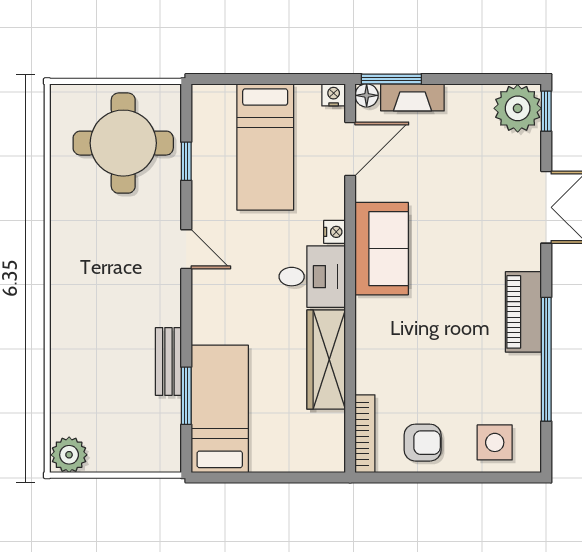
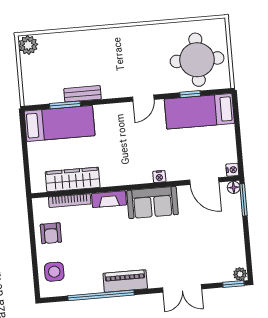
fireplace: (412, 97) -> (109, 199), moved, turned -90
plant: (518, 108) -> (240, 274), width x0.53, depth x0.53
bed: (265, 147) -> (199, 111), moved
desk: (312, 277) -> (134, 167), removed
wardrobe: (326, 360) -> (73, 179), moved
bookcase: (365, 434) -> (70, 201), moved

